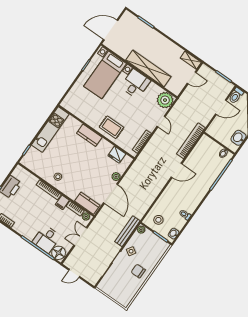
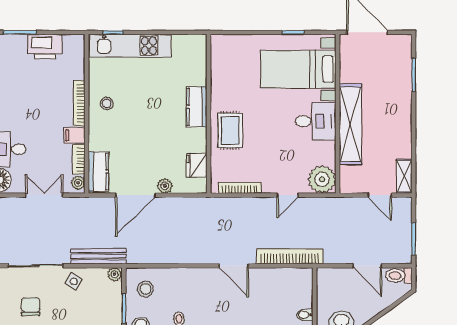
kitchen unit: (50, 130) -> (130, 46), moved
chair: (138, 271) -> (31, 307), moved

